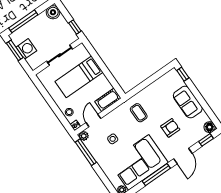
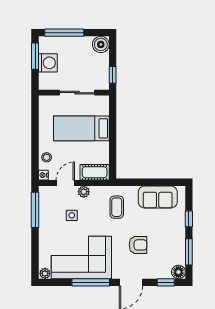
window: (183, 74) -> (189, 219), moved
sofa: (188, 102) -> (158, 197), moved, turned -90
window: (207, 109) -> (189, 252), added
plant: (84, 136) -> (84, 192), moved

